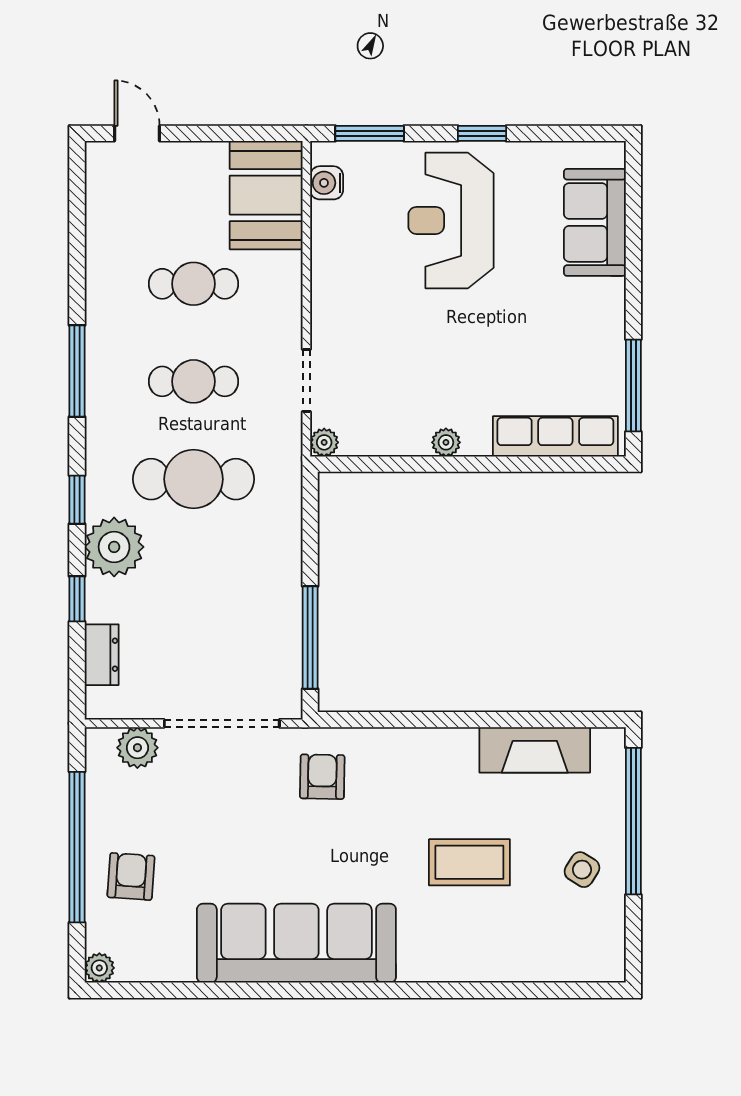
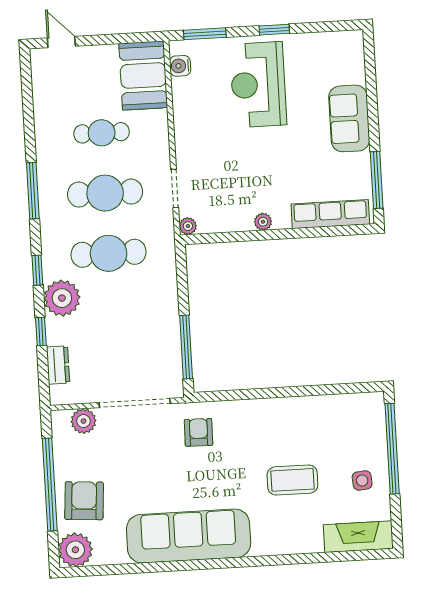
sofa: (595, 222) -> (349, 118), moved
cafe table: (194, 381) -> (105, 193), width x1.37, depth x1.35
fireplace: (535, 750) -> (358, 537), moved, turned 180
side table: (582, 870) -> (362, 480), turned -37
armchair: (131, 876) -> (84, 501), width x1.38, depth x1.38
plant: (99, 968) -> (75, 550), width x1.88, depth x1.88

